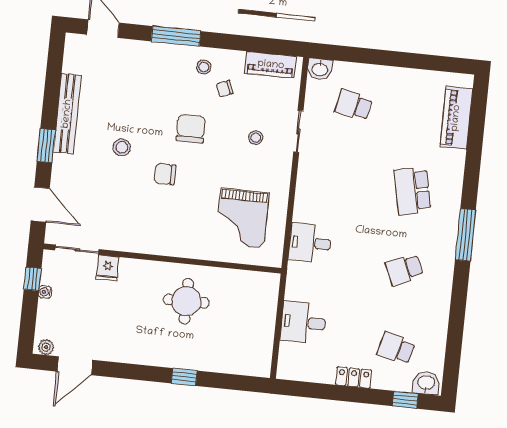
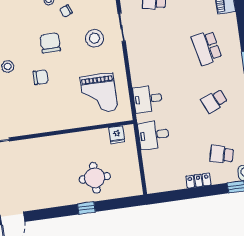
stool: (256, 138) -> (94, 38), width x1.89, depth x1.89
chair: (165, 174) -> (41, 77), turned 180
fridge: (108, 268) -> (117, 135), moved
round table: (186, 301) -> (95, 178), moved
desk: (303, 322) -> (154, 135), moved

